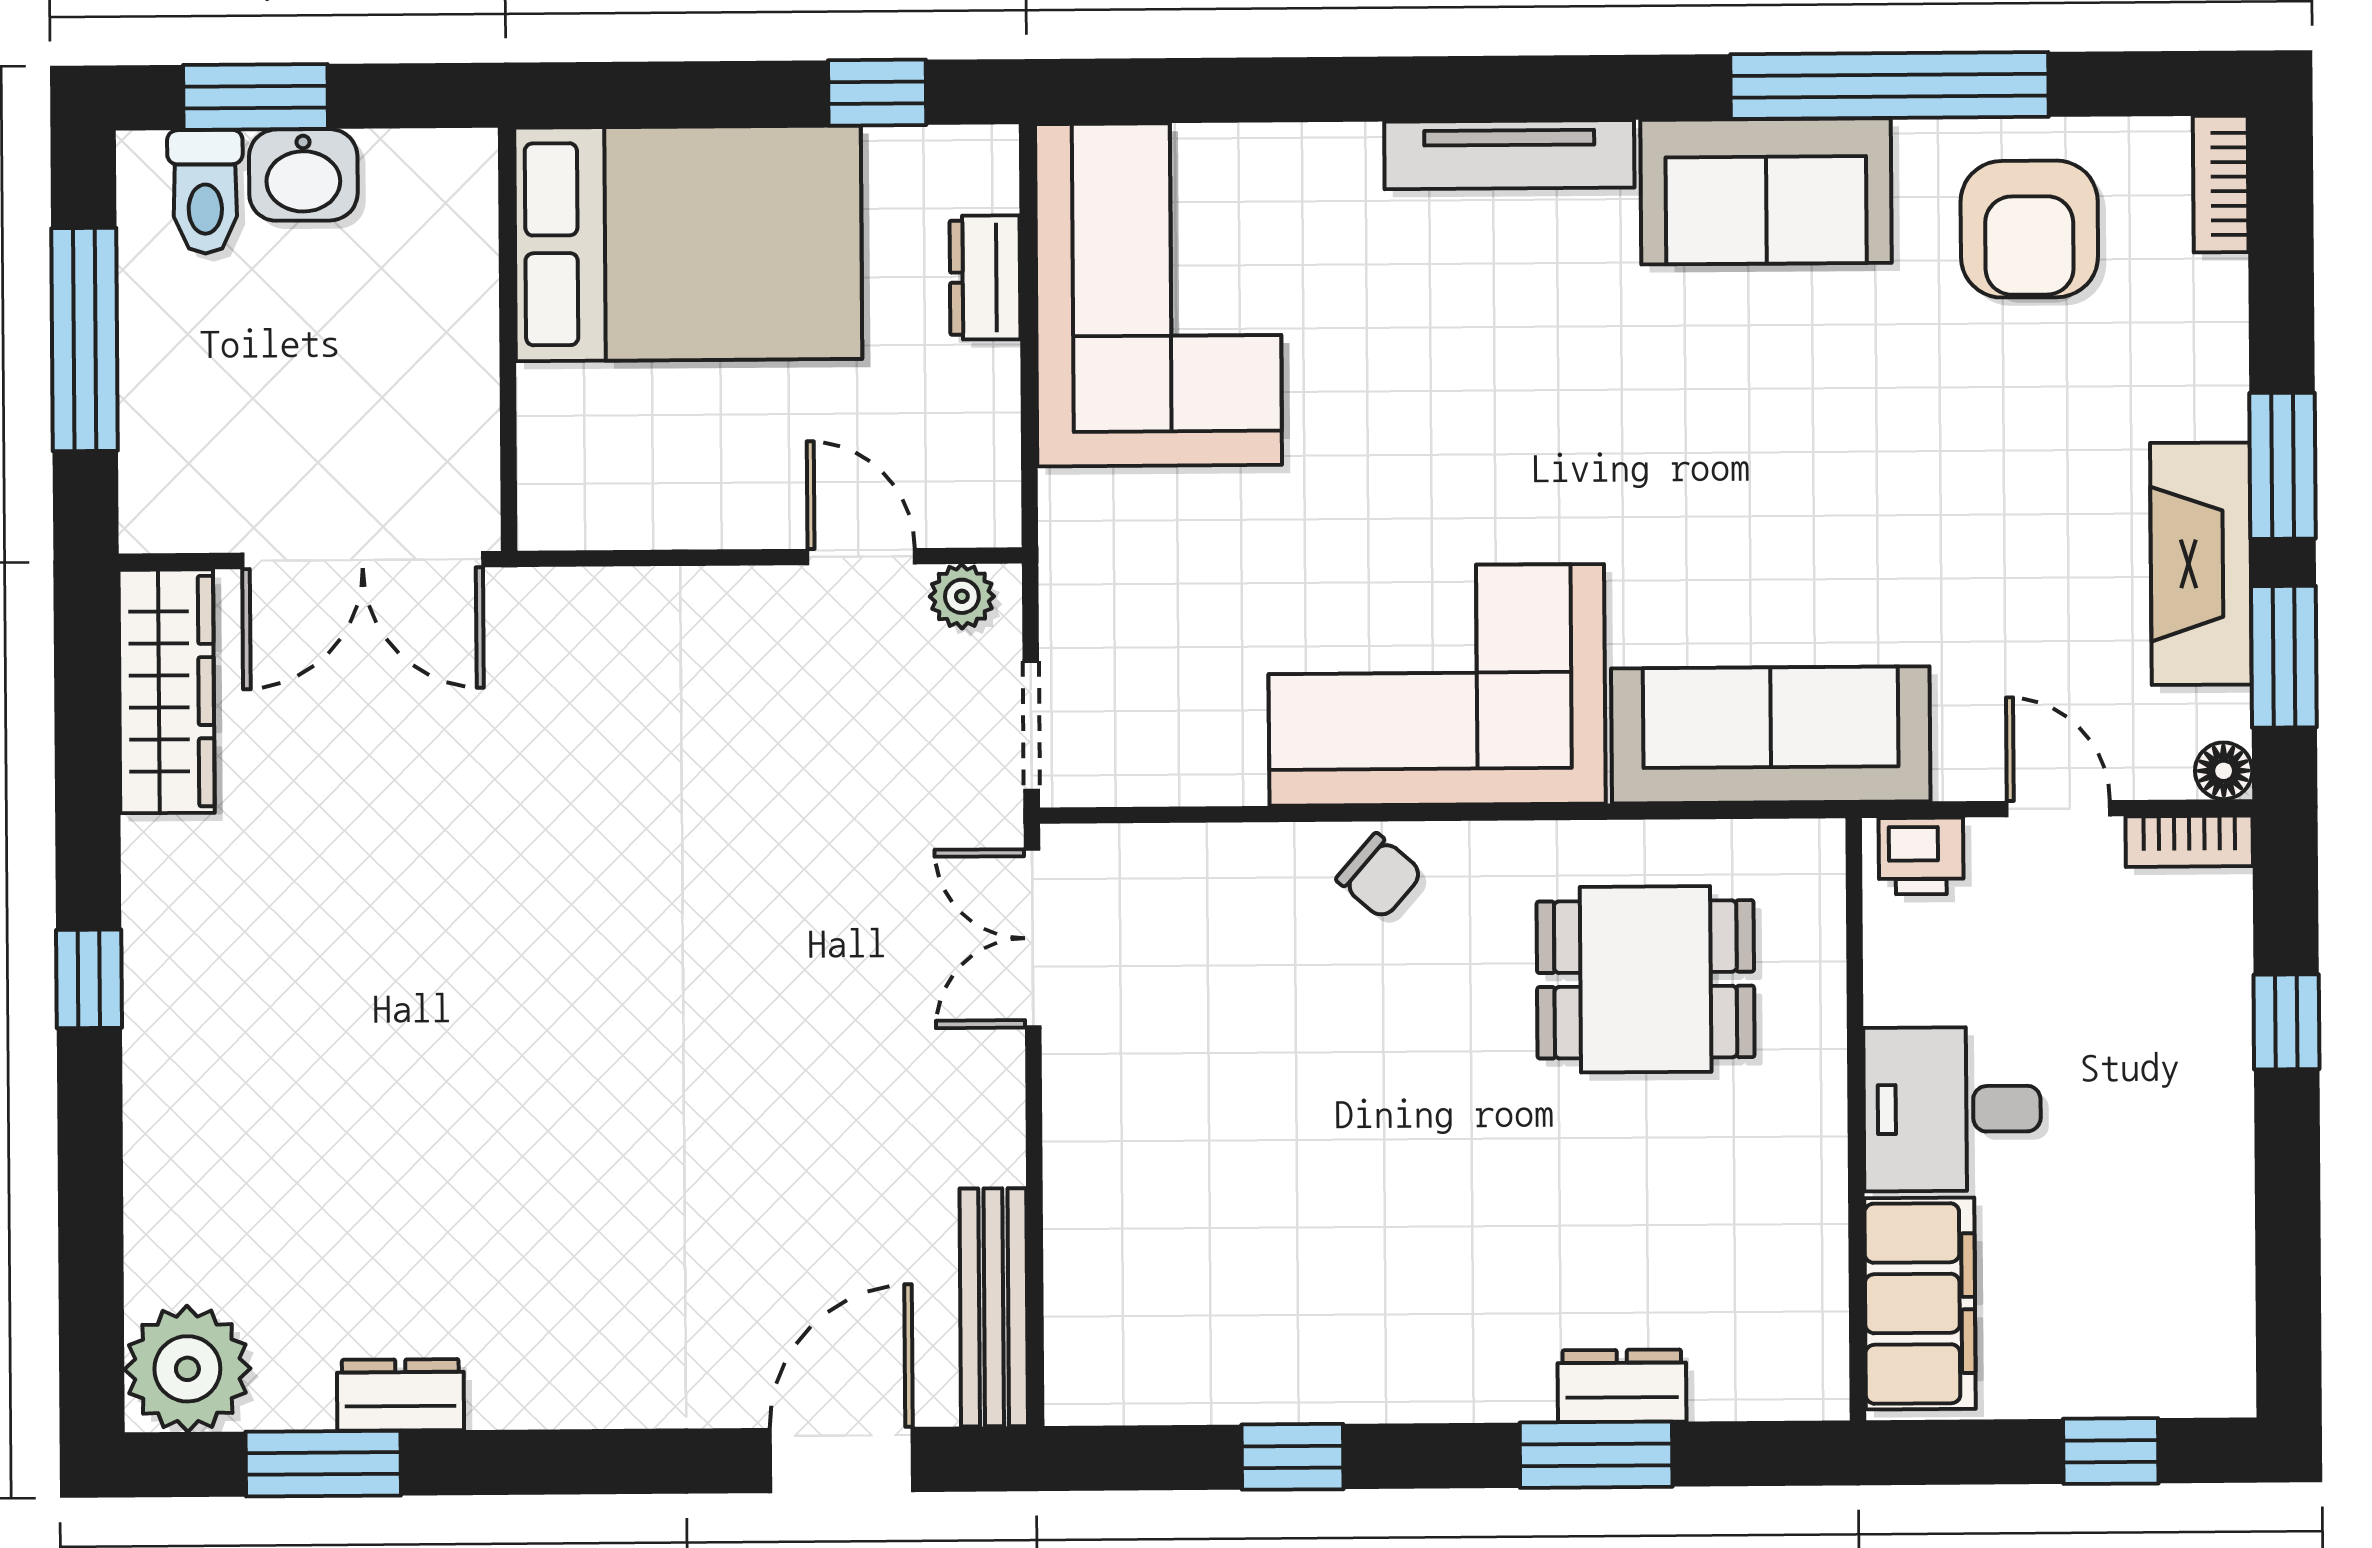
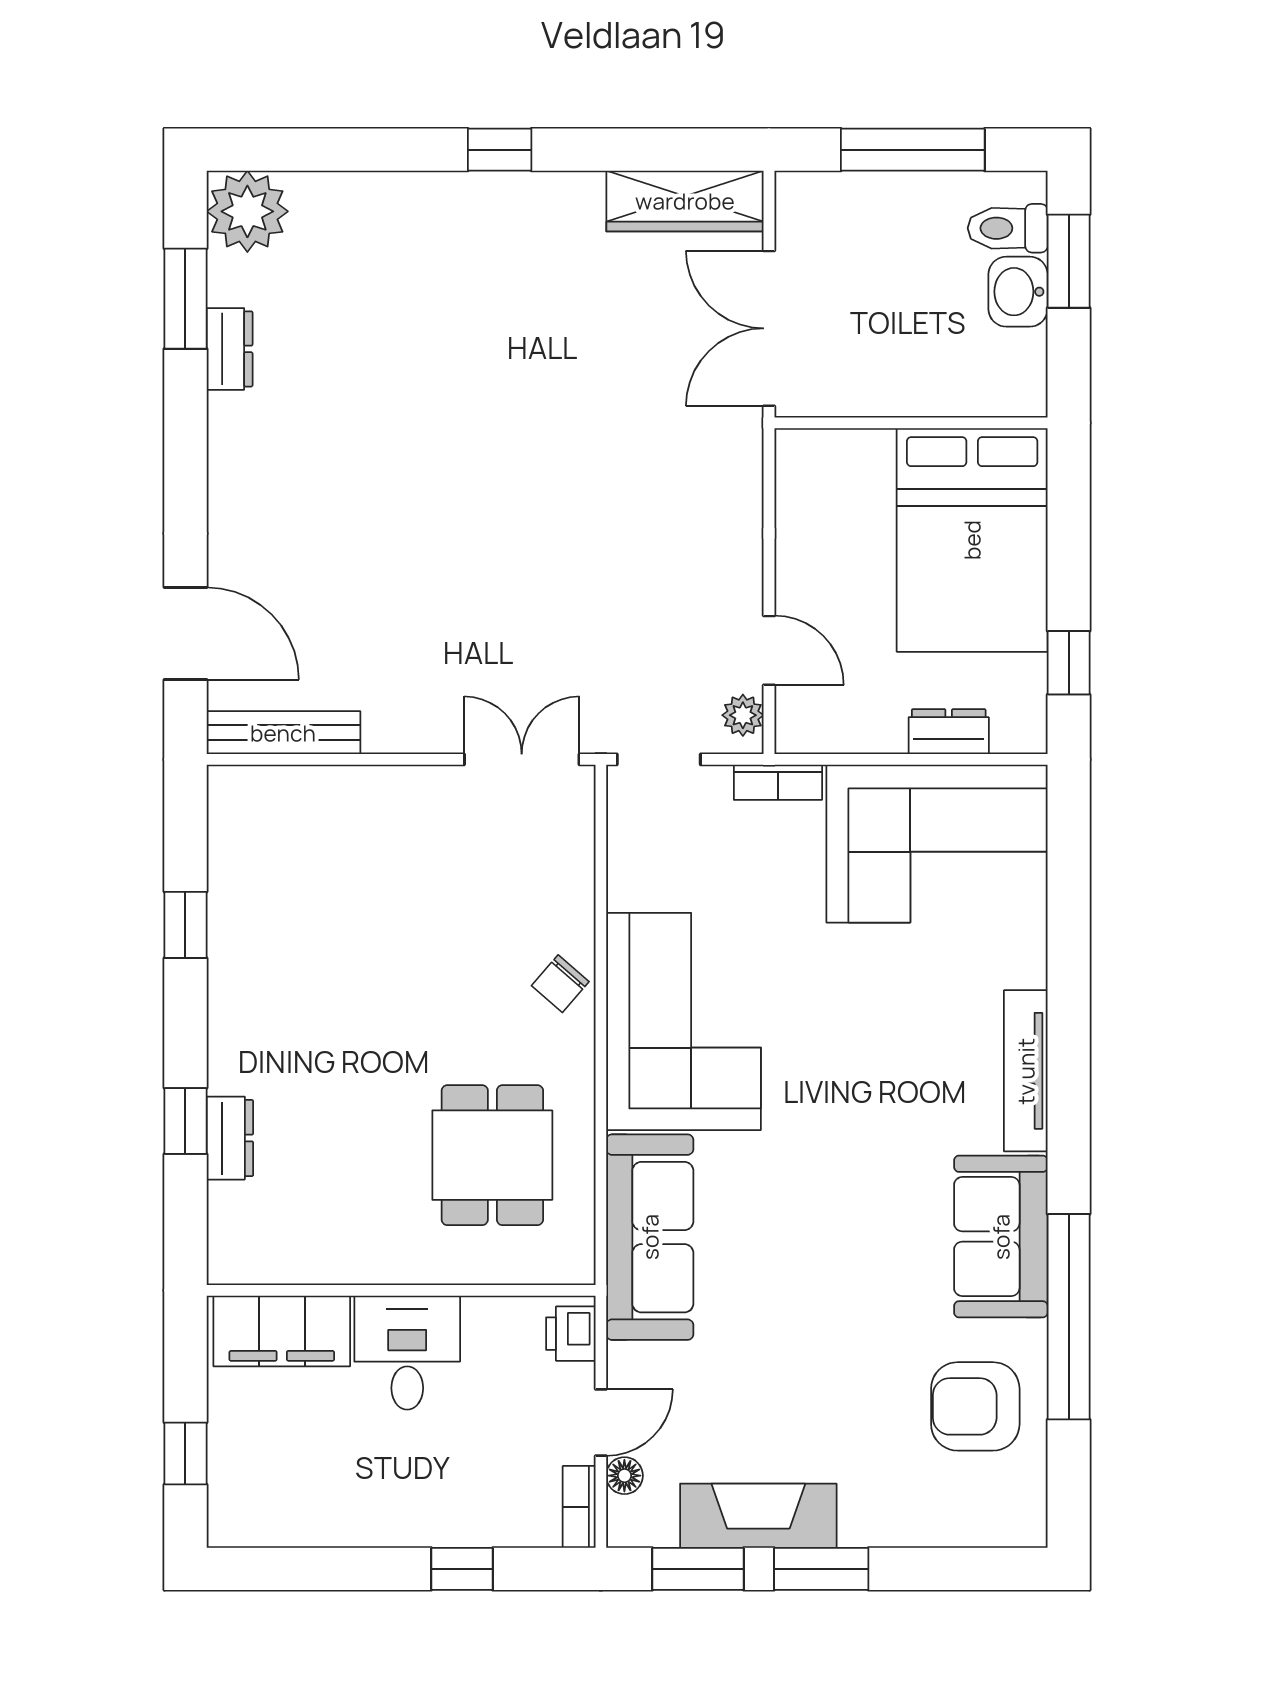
bookcase: (2221, 184) -> (778, 782), moved, turned 180
door: (861, 557) -> (769, 650), hinge flipped
floor lamp: (2224, 771) -> (624, 1476), moved
window: (1596, 1455) -> (185, 1121), width x0.67

